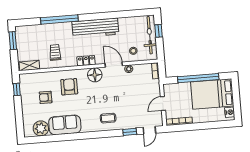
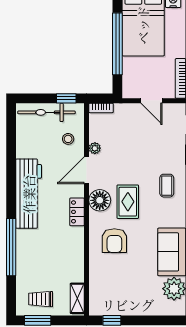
window: (159, 31) -> (66, 98), moved
trolley: (55, 52) -> (41, 299), moved
armchair: (69, 87) -> (114, 241), turned -90
rug: (95, 93) -> (128, 202), added
armchair: (46, 97) -> (128, 278), removed

